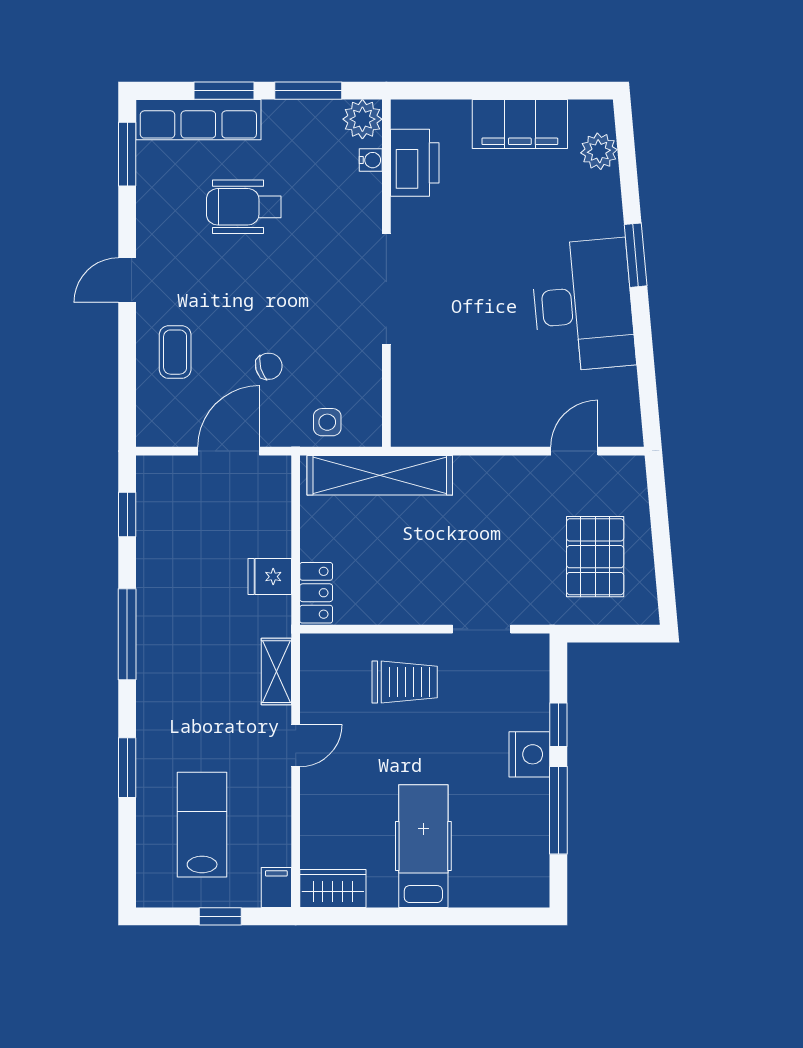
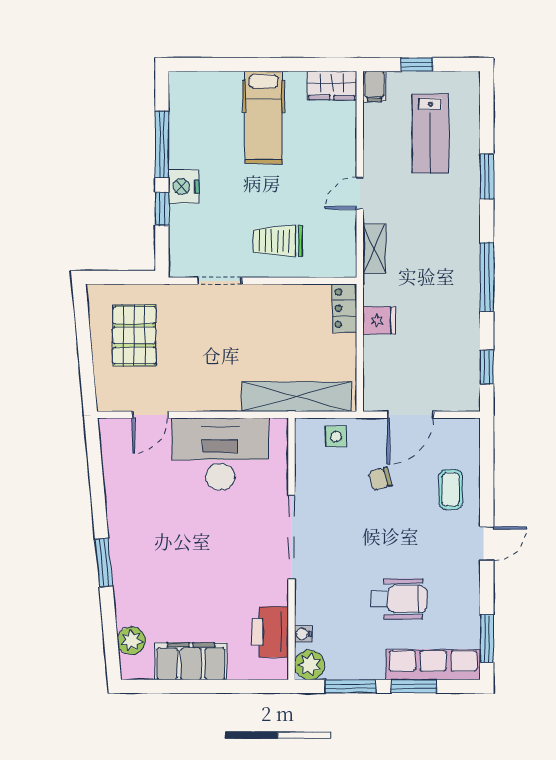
desk: (583, 305) -> (220, 454), moved, turned 95

